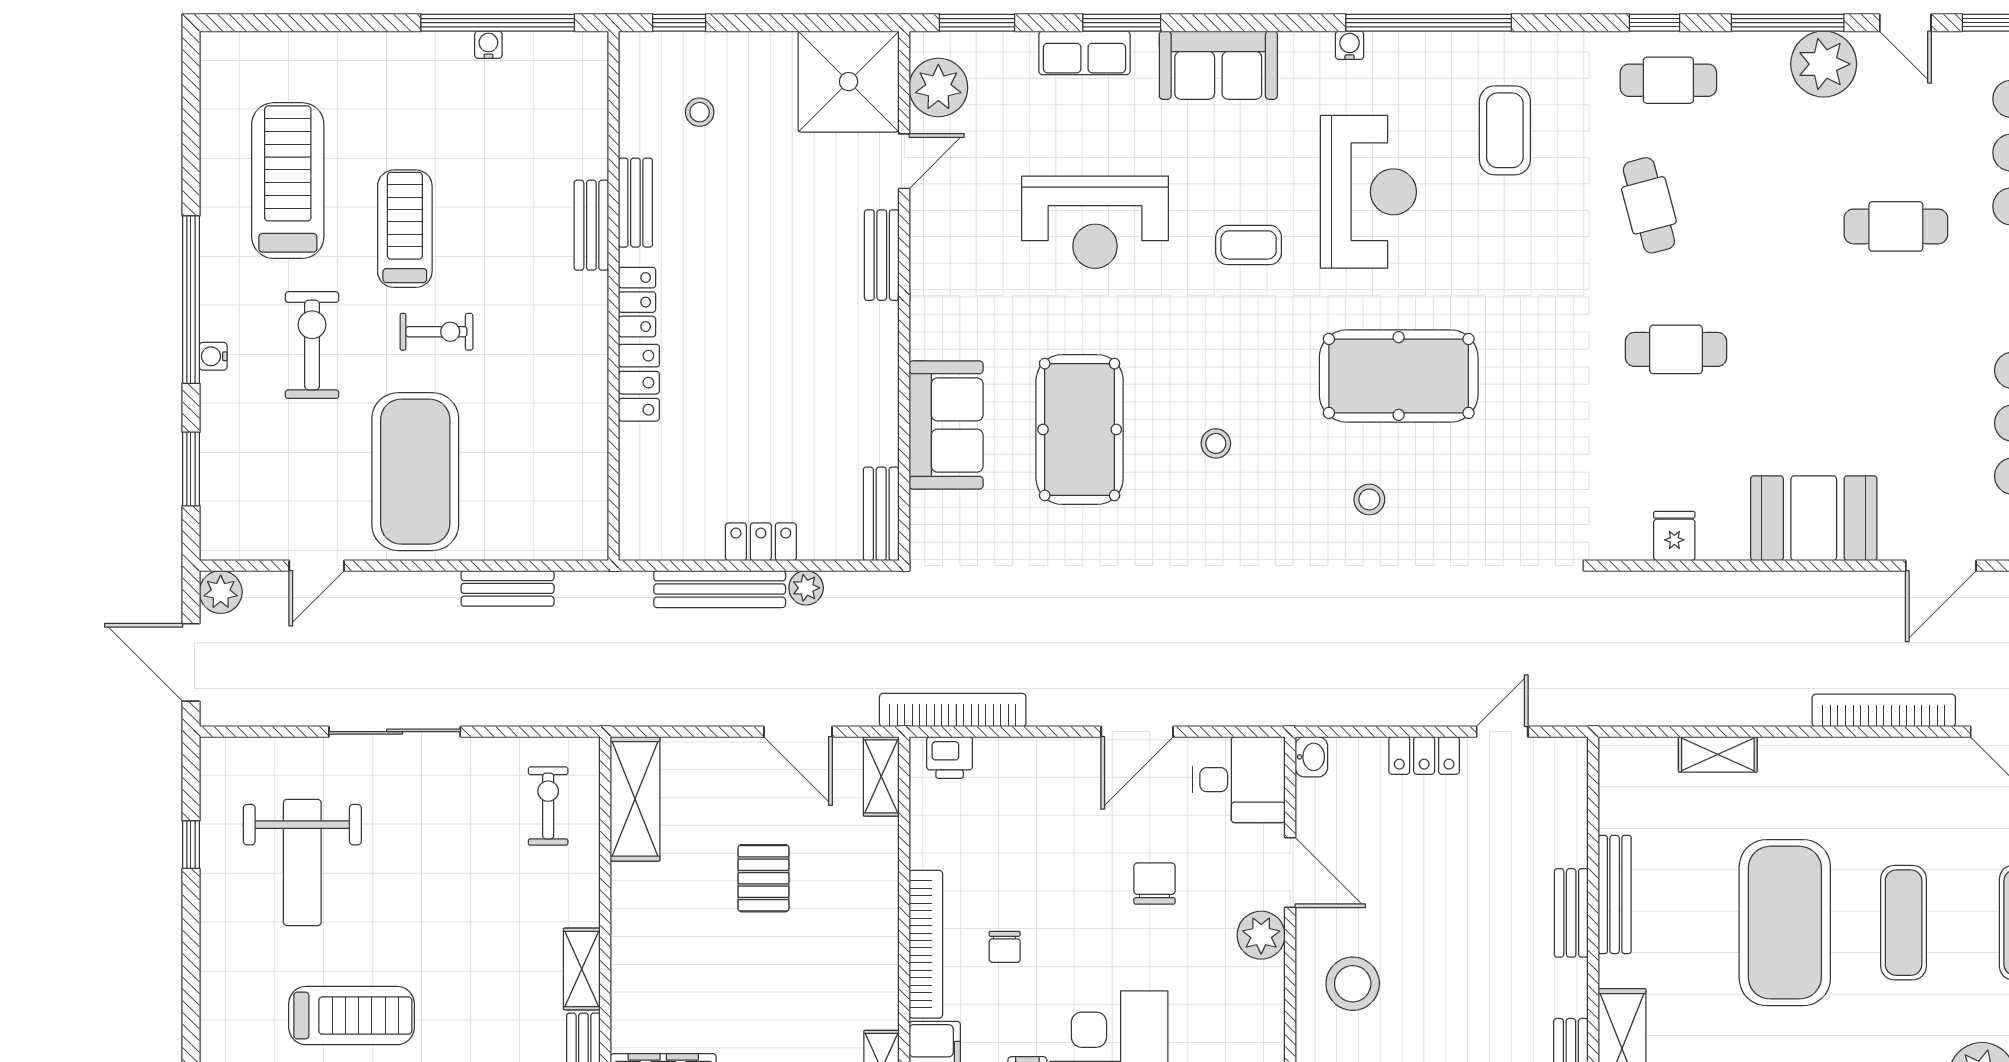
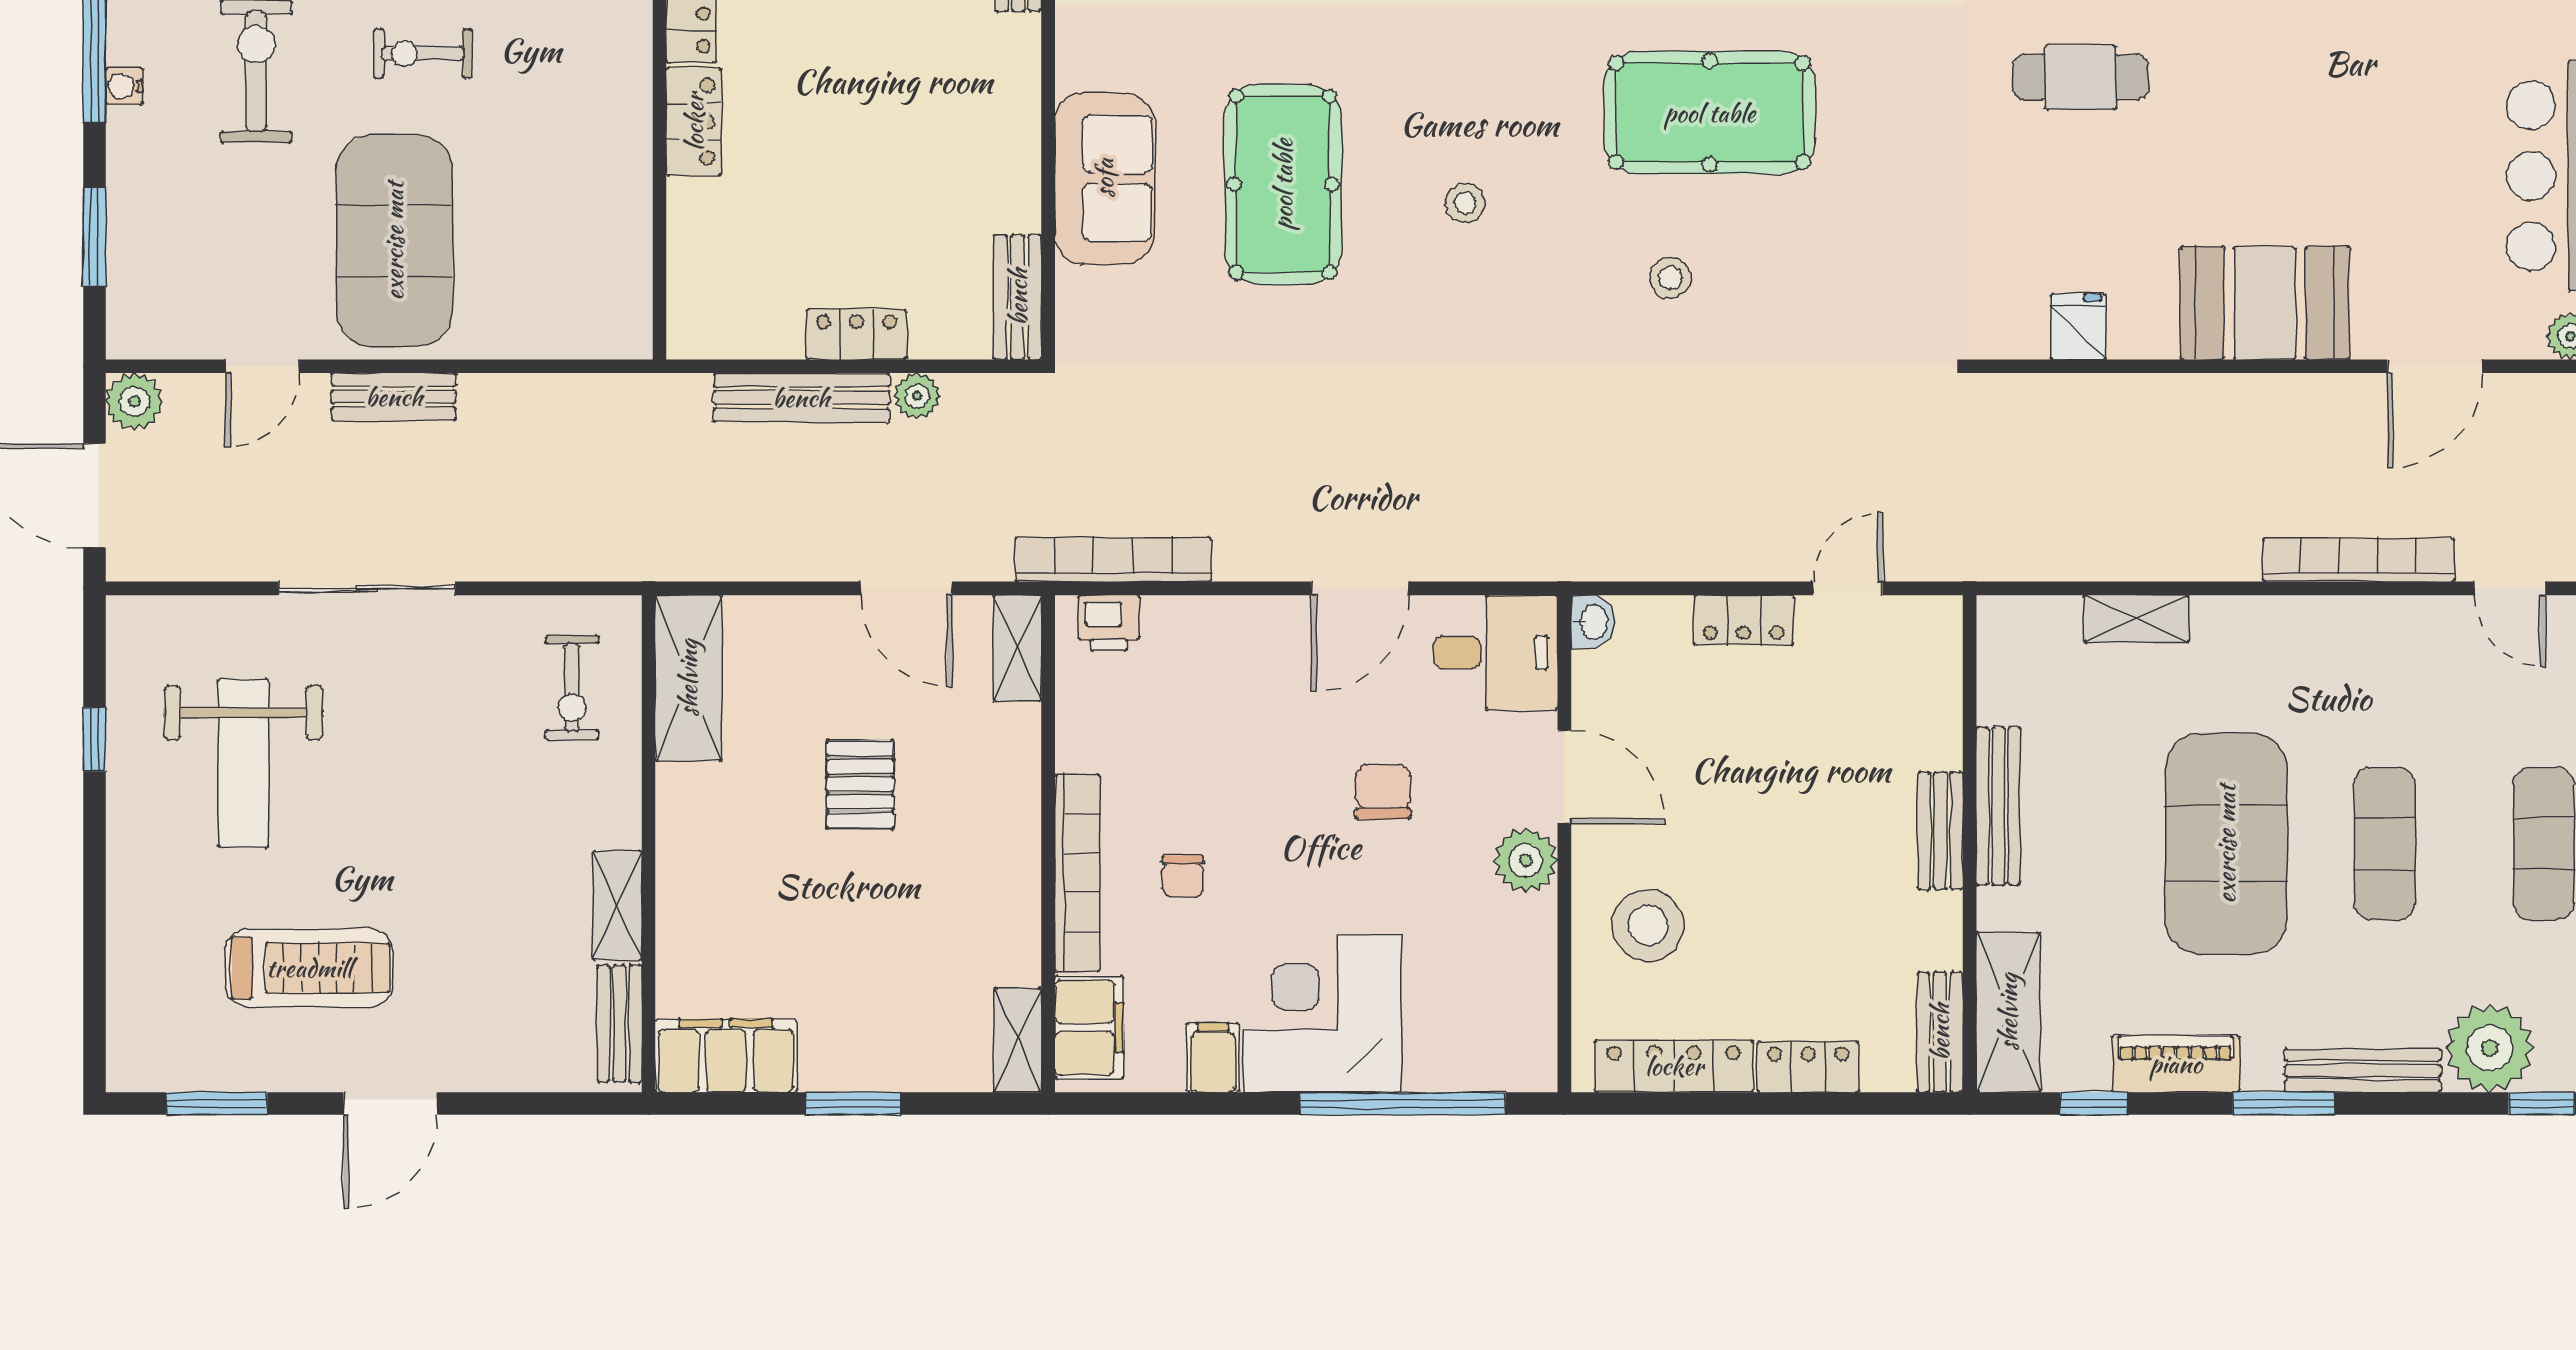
exercise bike: (436, 332) -> (423, 53), turned 180
bench: (508, 588) -> (394, 397), moved
exercise bike: (548, 806) -> (572, 688), turned 180

